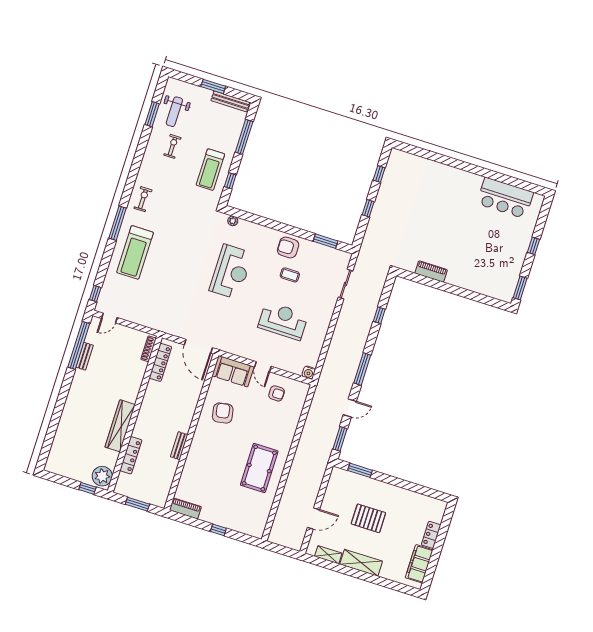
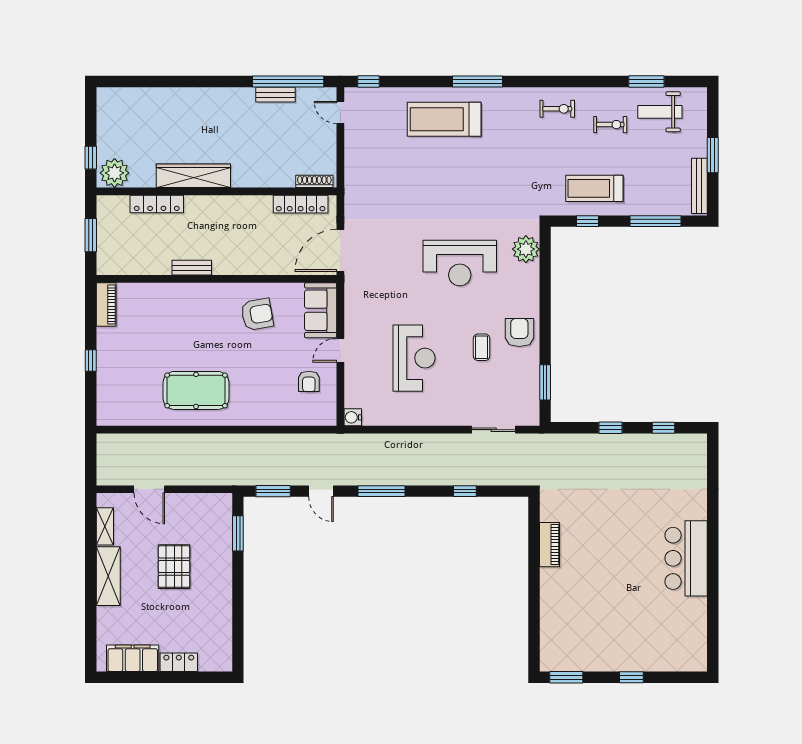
bar counter: (505, 198) -> (686, 558), moved
exercise bike: (143, 199) -> (557, 109), moved
plant: (233, 221) -> (526, 249), width x1.88, depth x1.88

